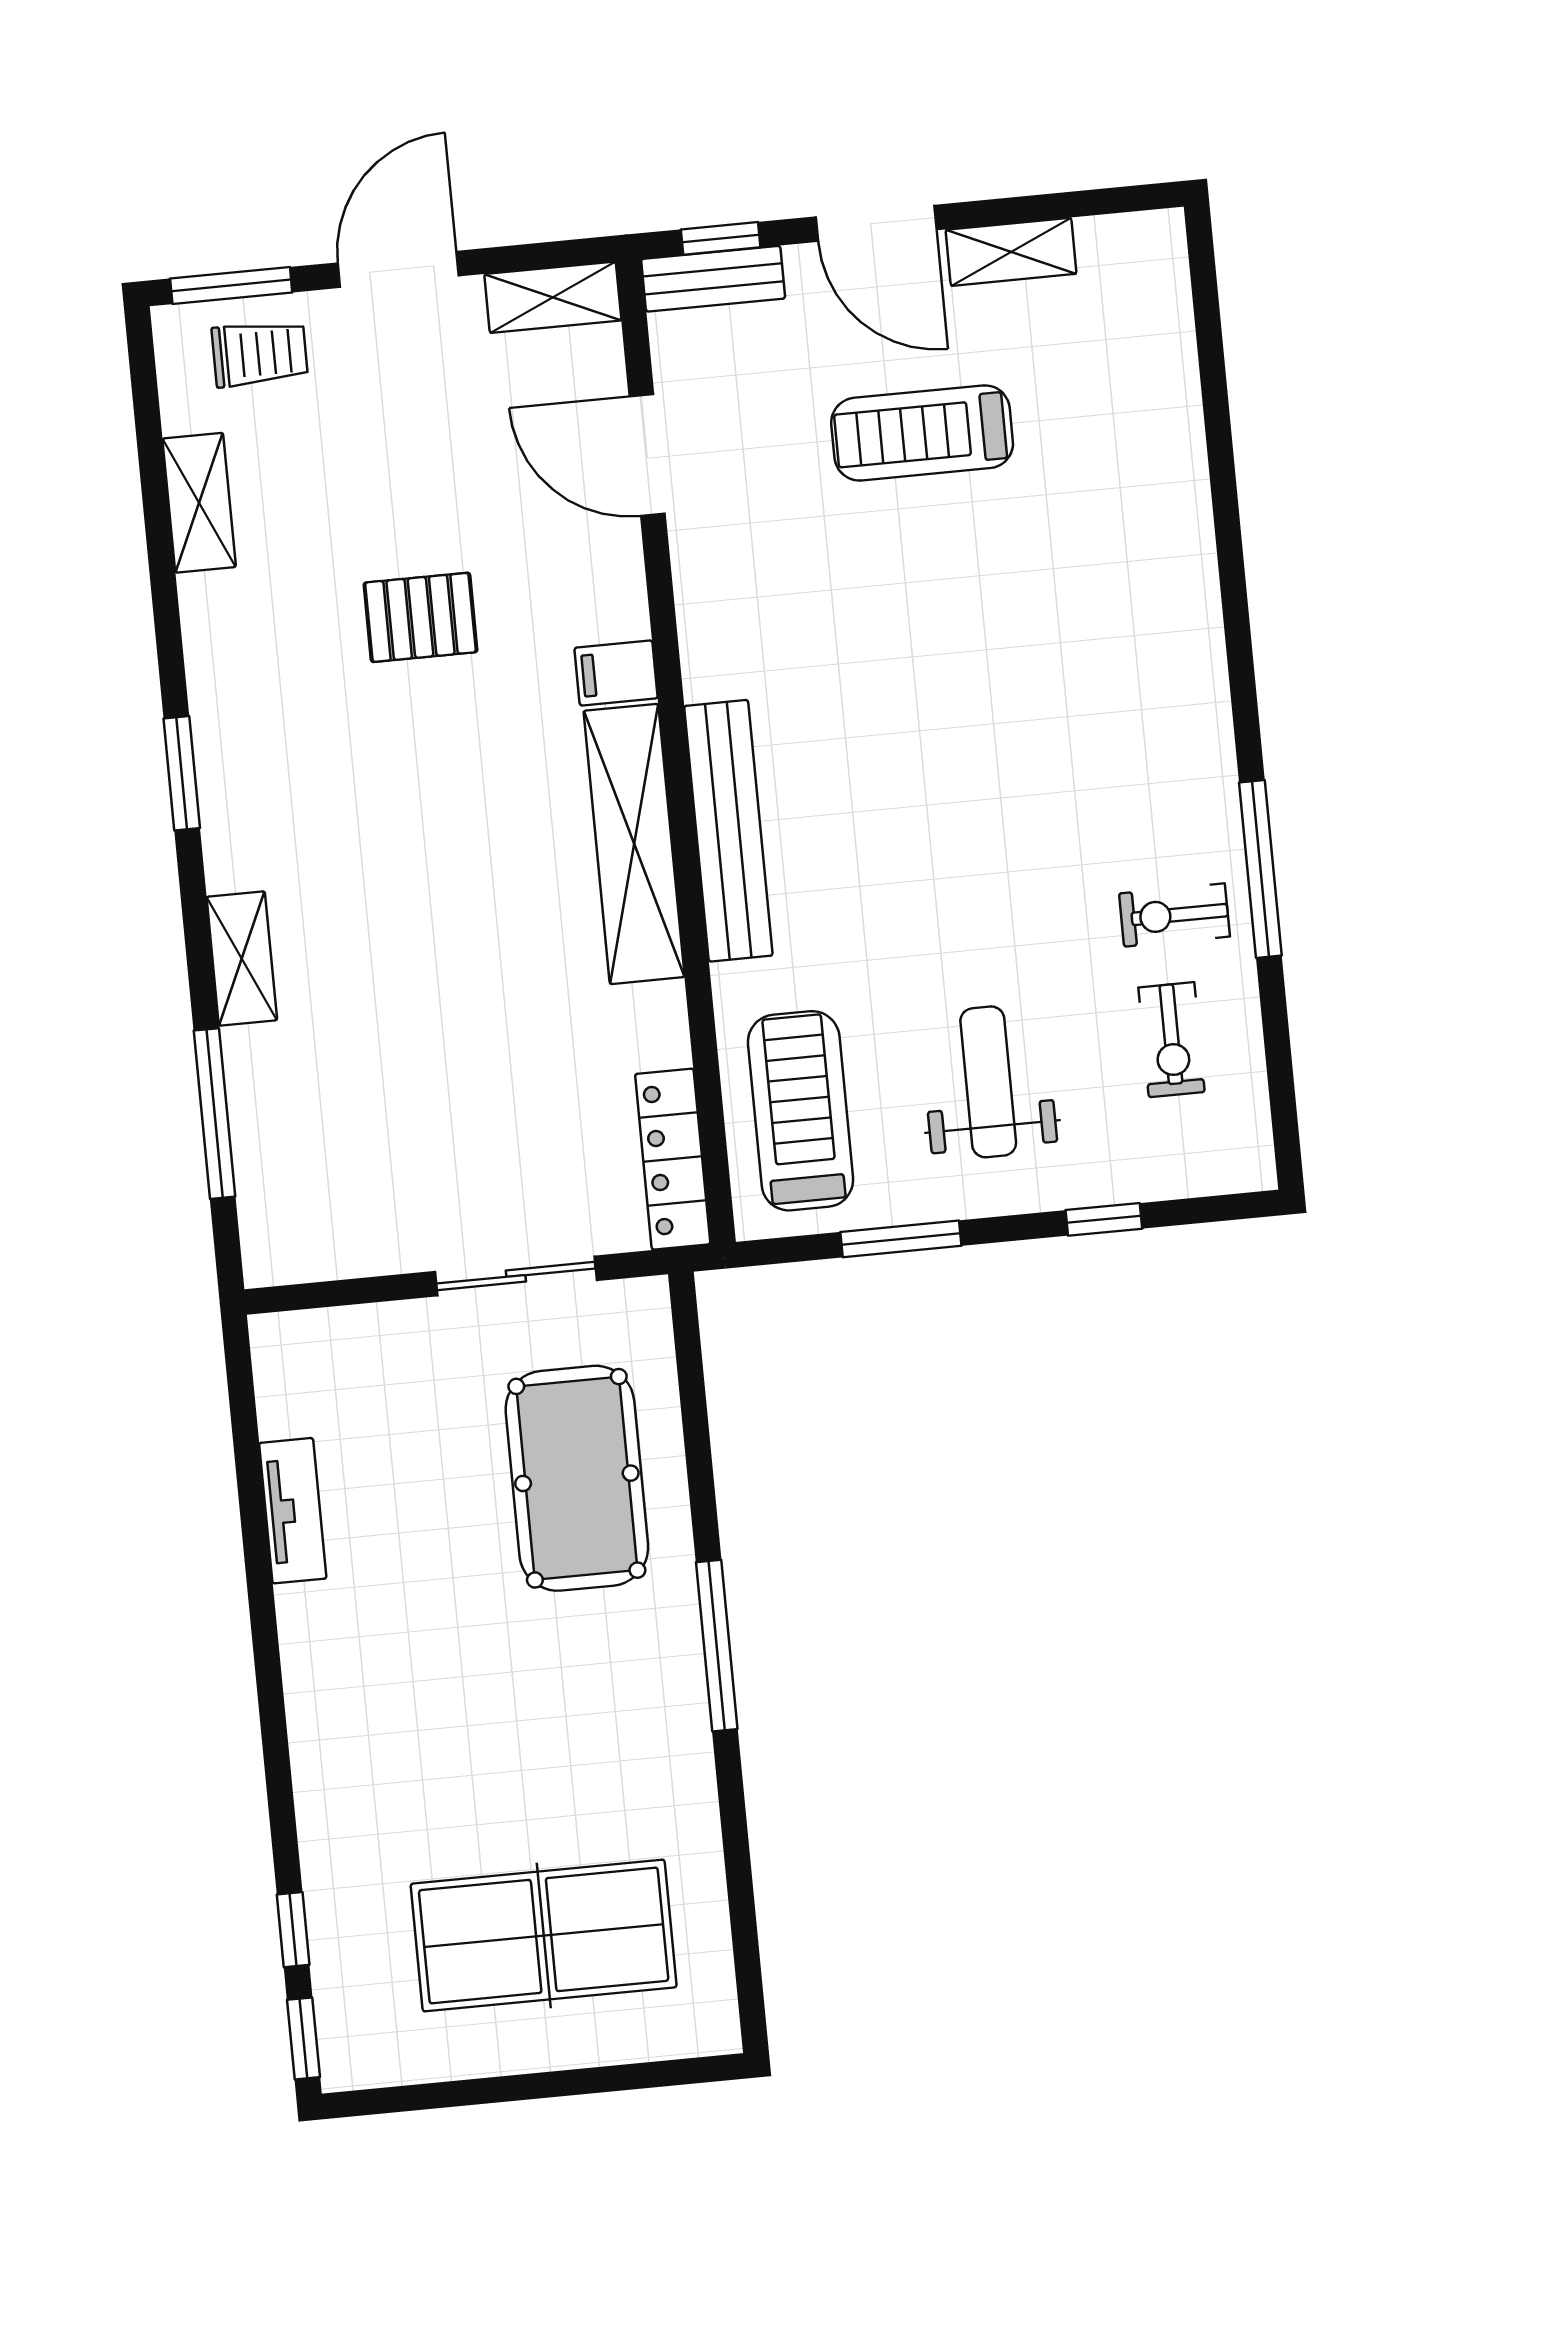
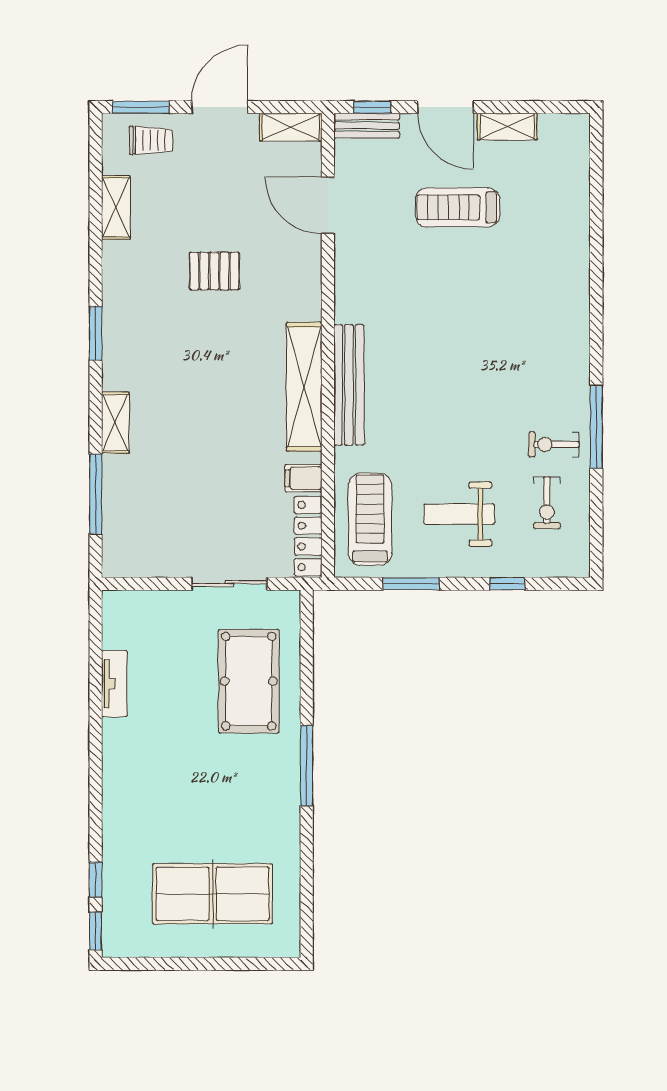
filing cabinet: (616, 673) -> (303, 478), moved
weight bench: (988, 1082) -> (459, 514), turned -90

